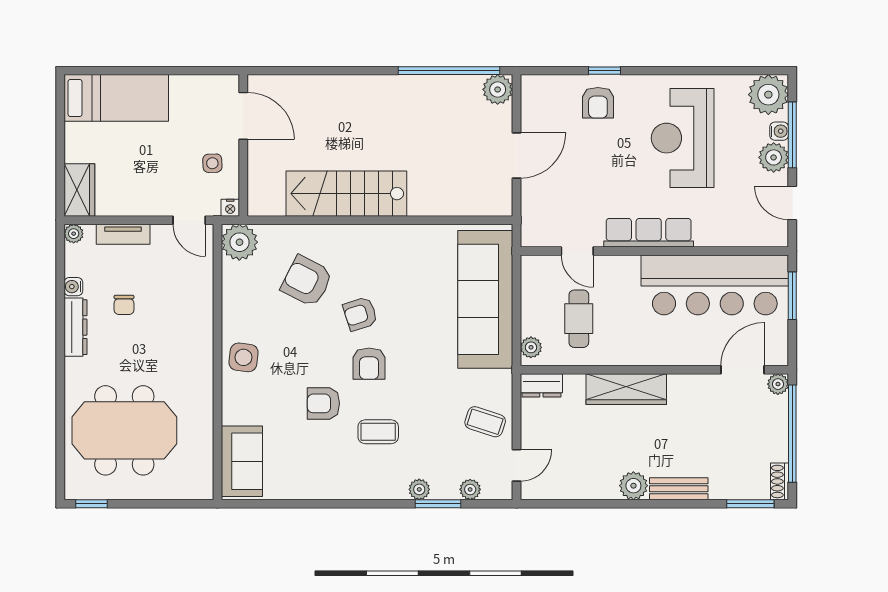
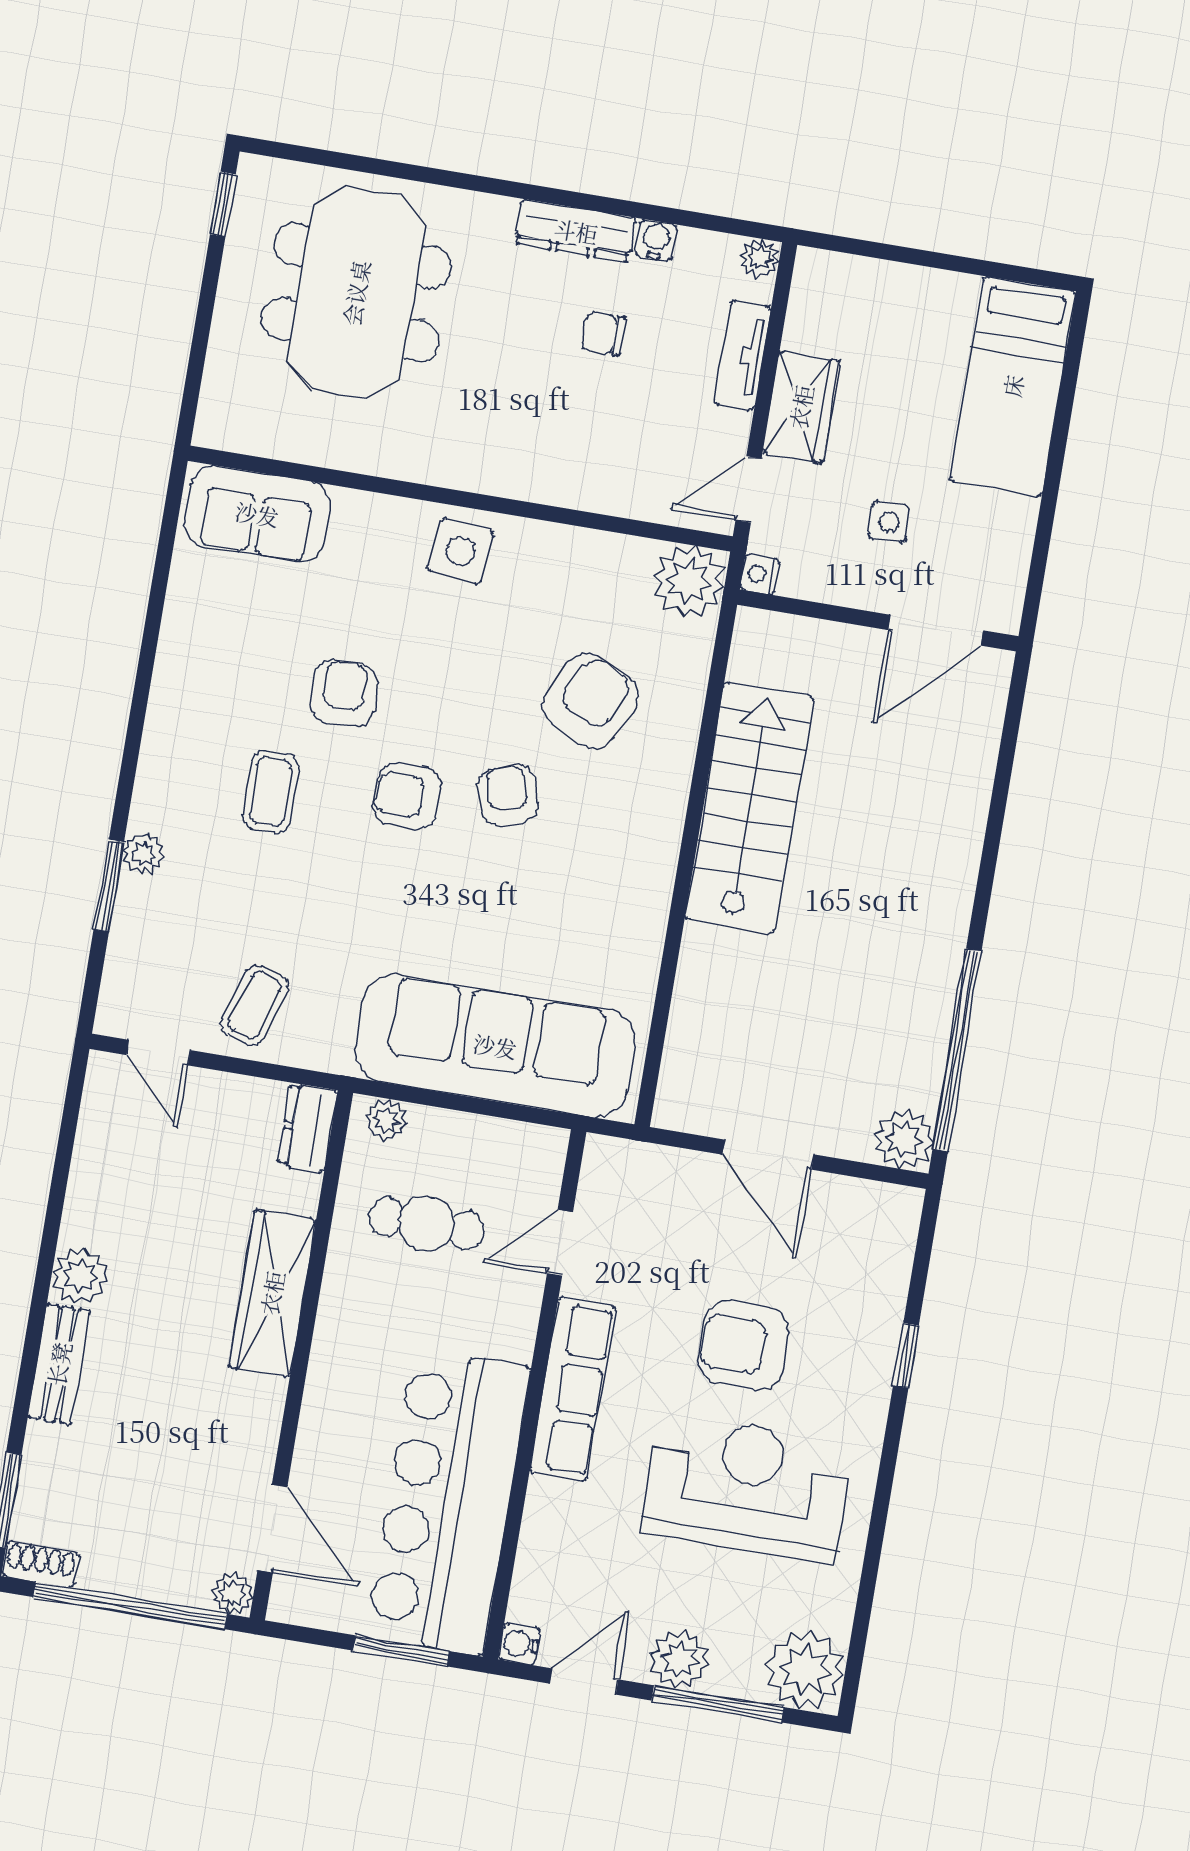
armchair: (598, 103) -> (743, 1345), moved, width x1.38, depth x1.38
water cooler: (779, 131) -> (519, 1644), moved, turned 90
side table: (212, 163) -> (889, 522), moved
wardrobe: (79, 190) -> (801, 407), moved, turned -90
plant: (470, 489) -> (126, 954), removed

